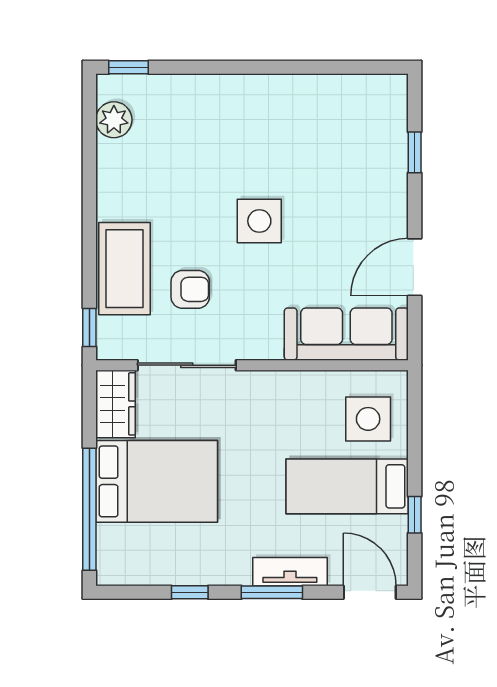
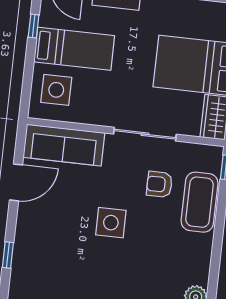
sliding door: (187, 365) -> (145, 134), moved

